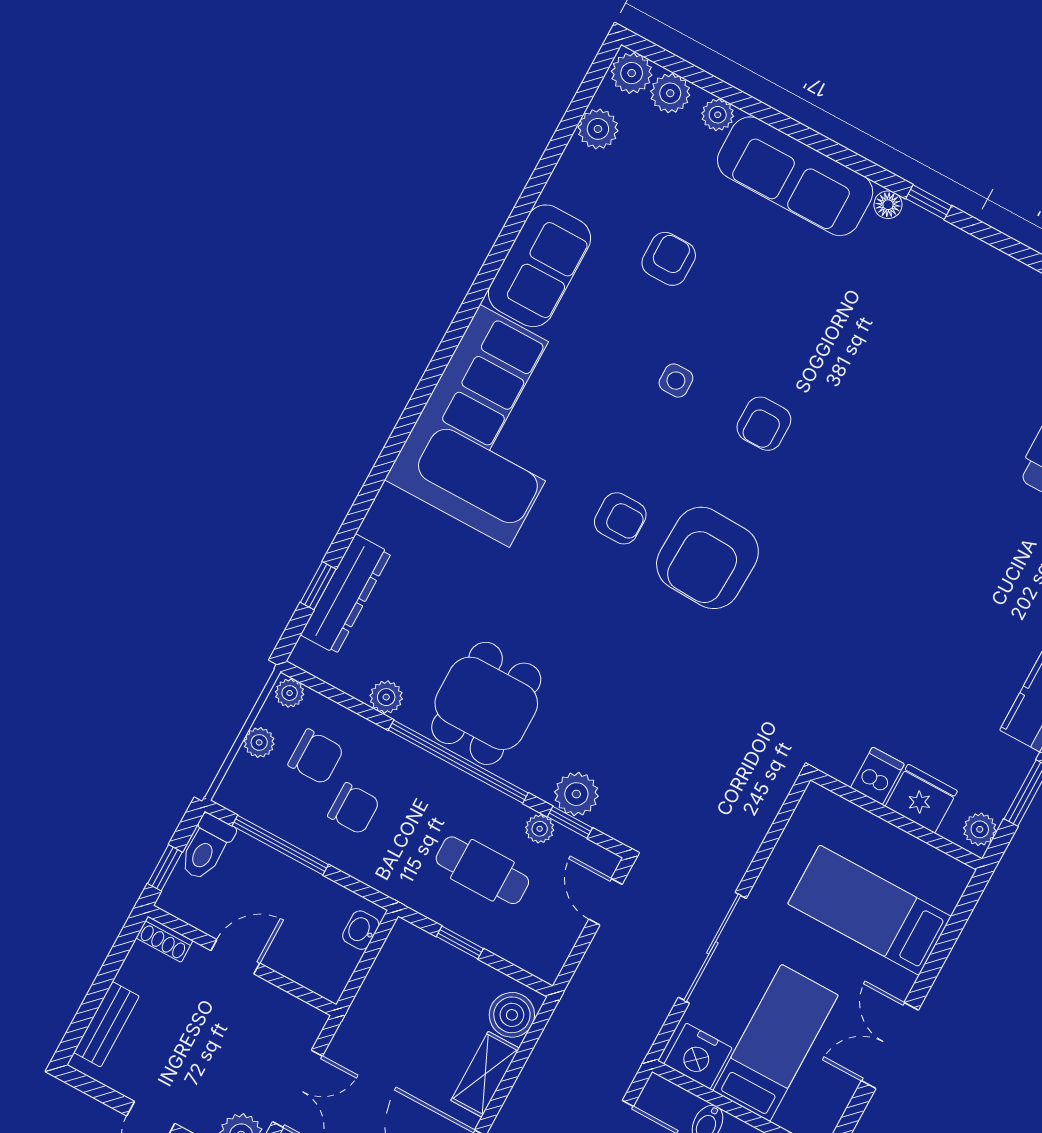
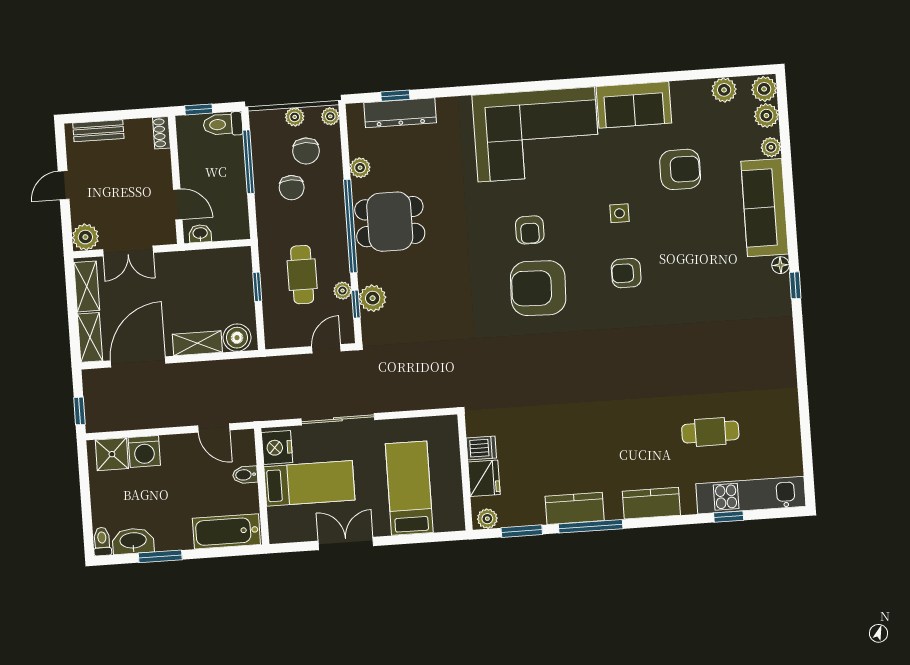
armchair: (669, 259) -> (680, 169), width x1.38, depth x1.38
washbasin: (361, 930) -> (200, 234), moved
door: (235, 957) -> (178, 204), moved

